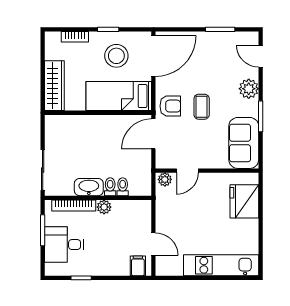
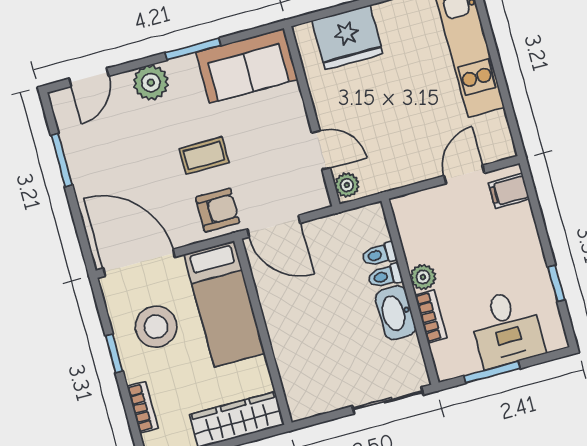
armchair: (170, 106) -> (218, 210), turned 90
bookcase: (74, 205) -> (431, 317), width x0.64

